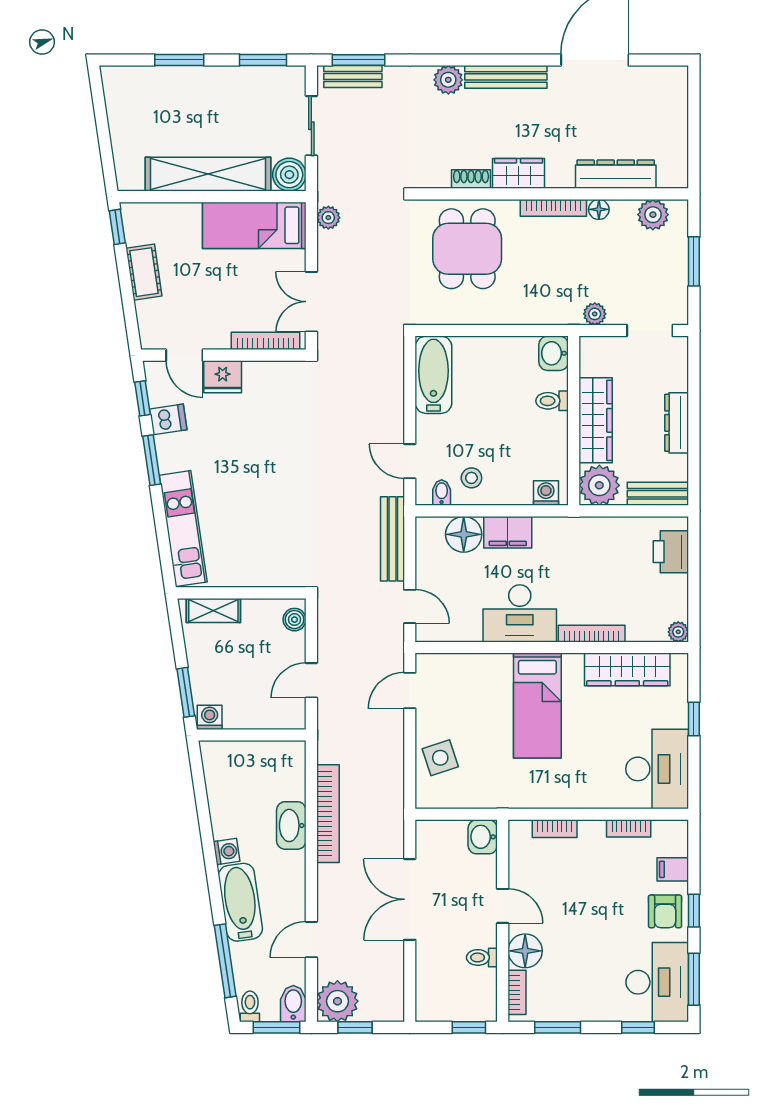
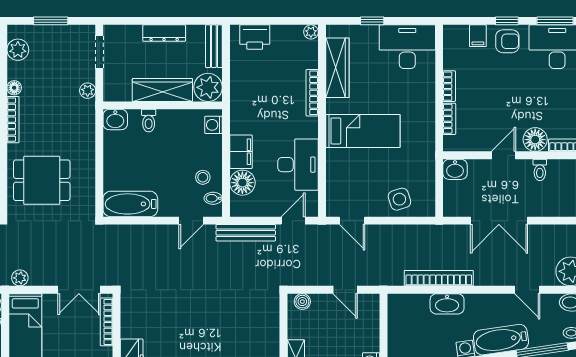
desk: (520, 613) -> (298, 165), moved
bookcase: (629, 828) -> (449, 86), moved

